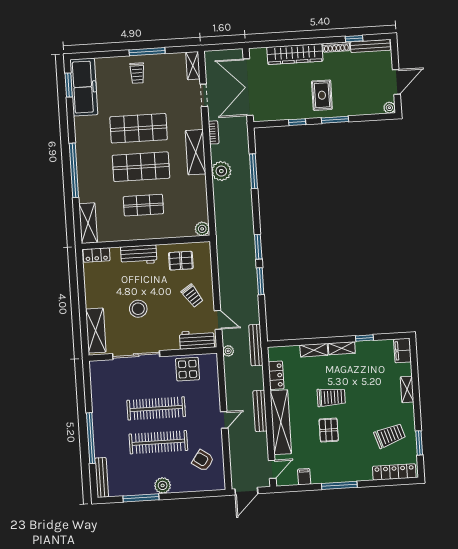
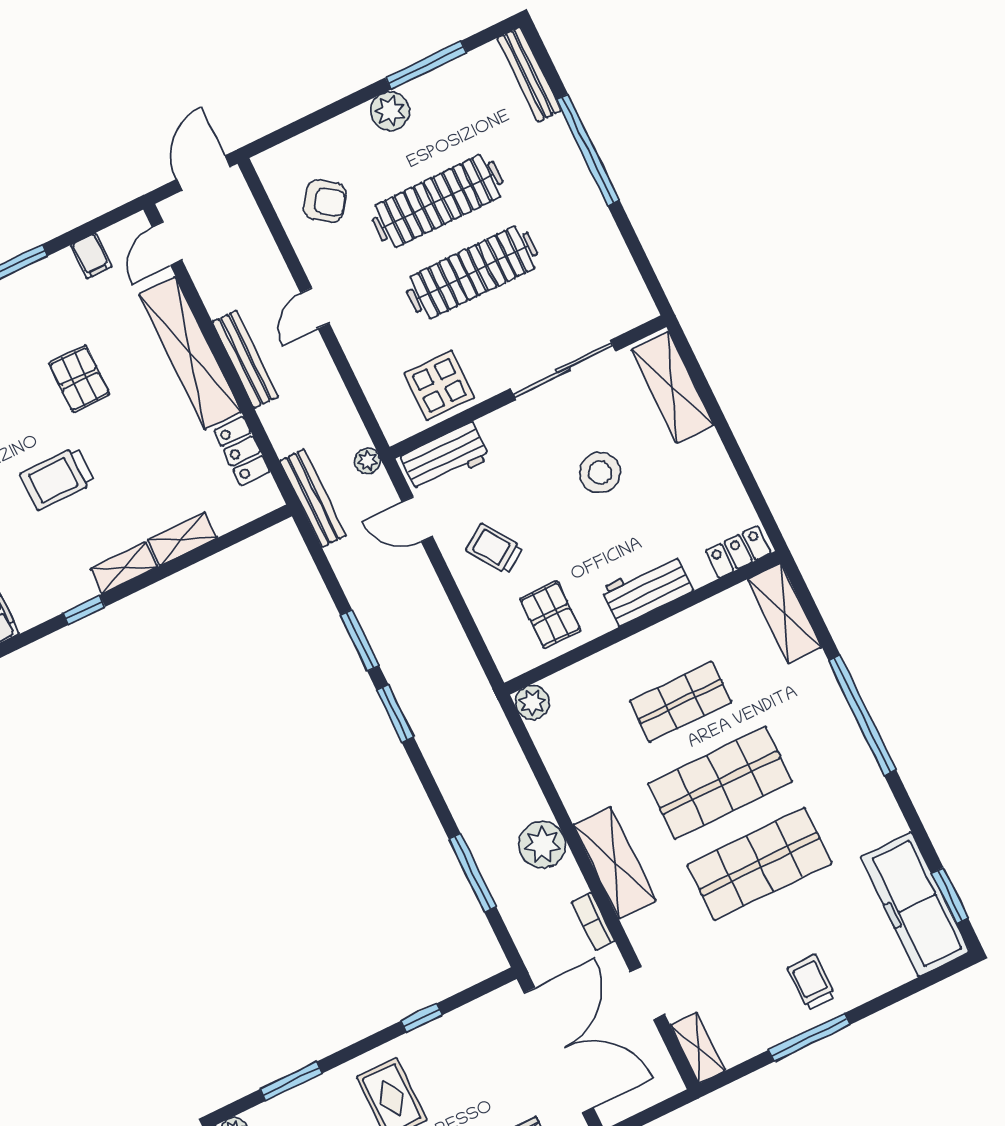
window: (335, 120) -> (291, 1081), moved
pallet: (181, 261) -> (550, 615), turned 90
trolley: (331, 397) -> (57, 478), moved

